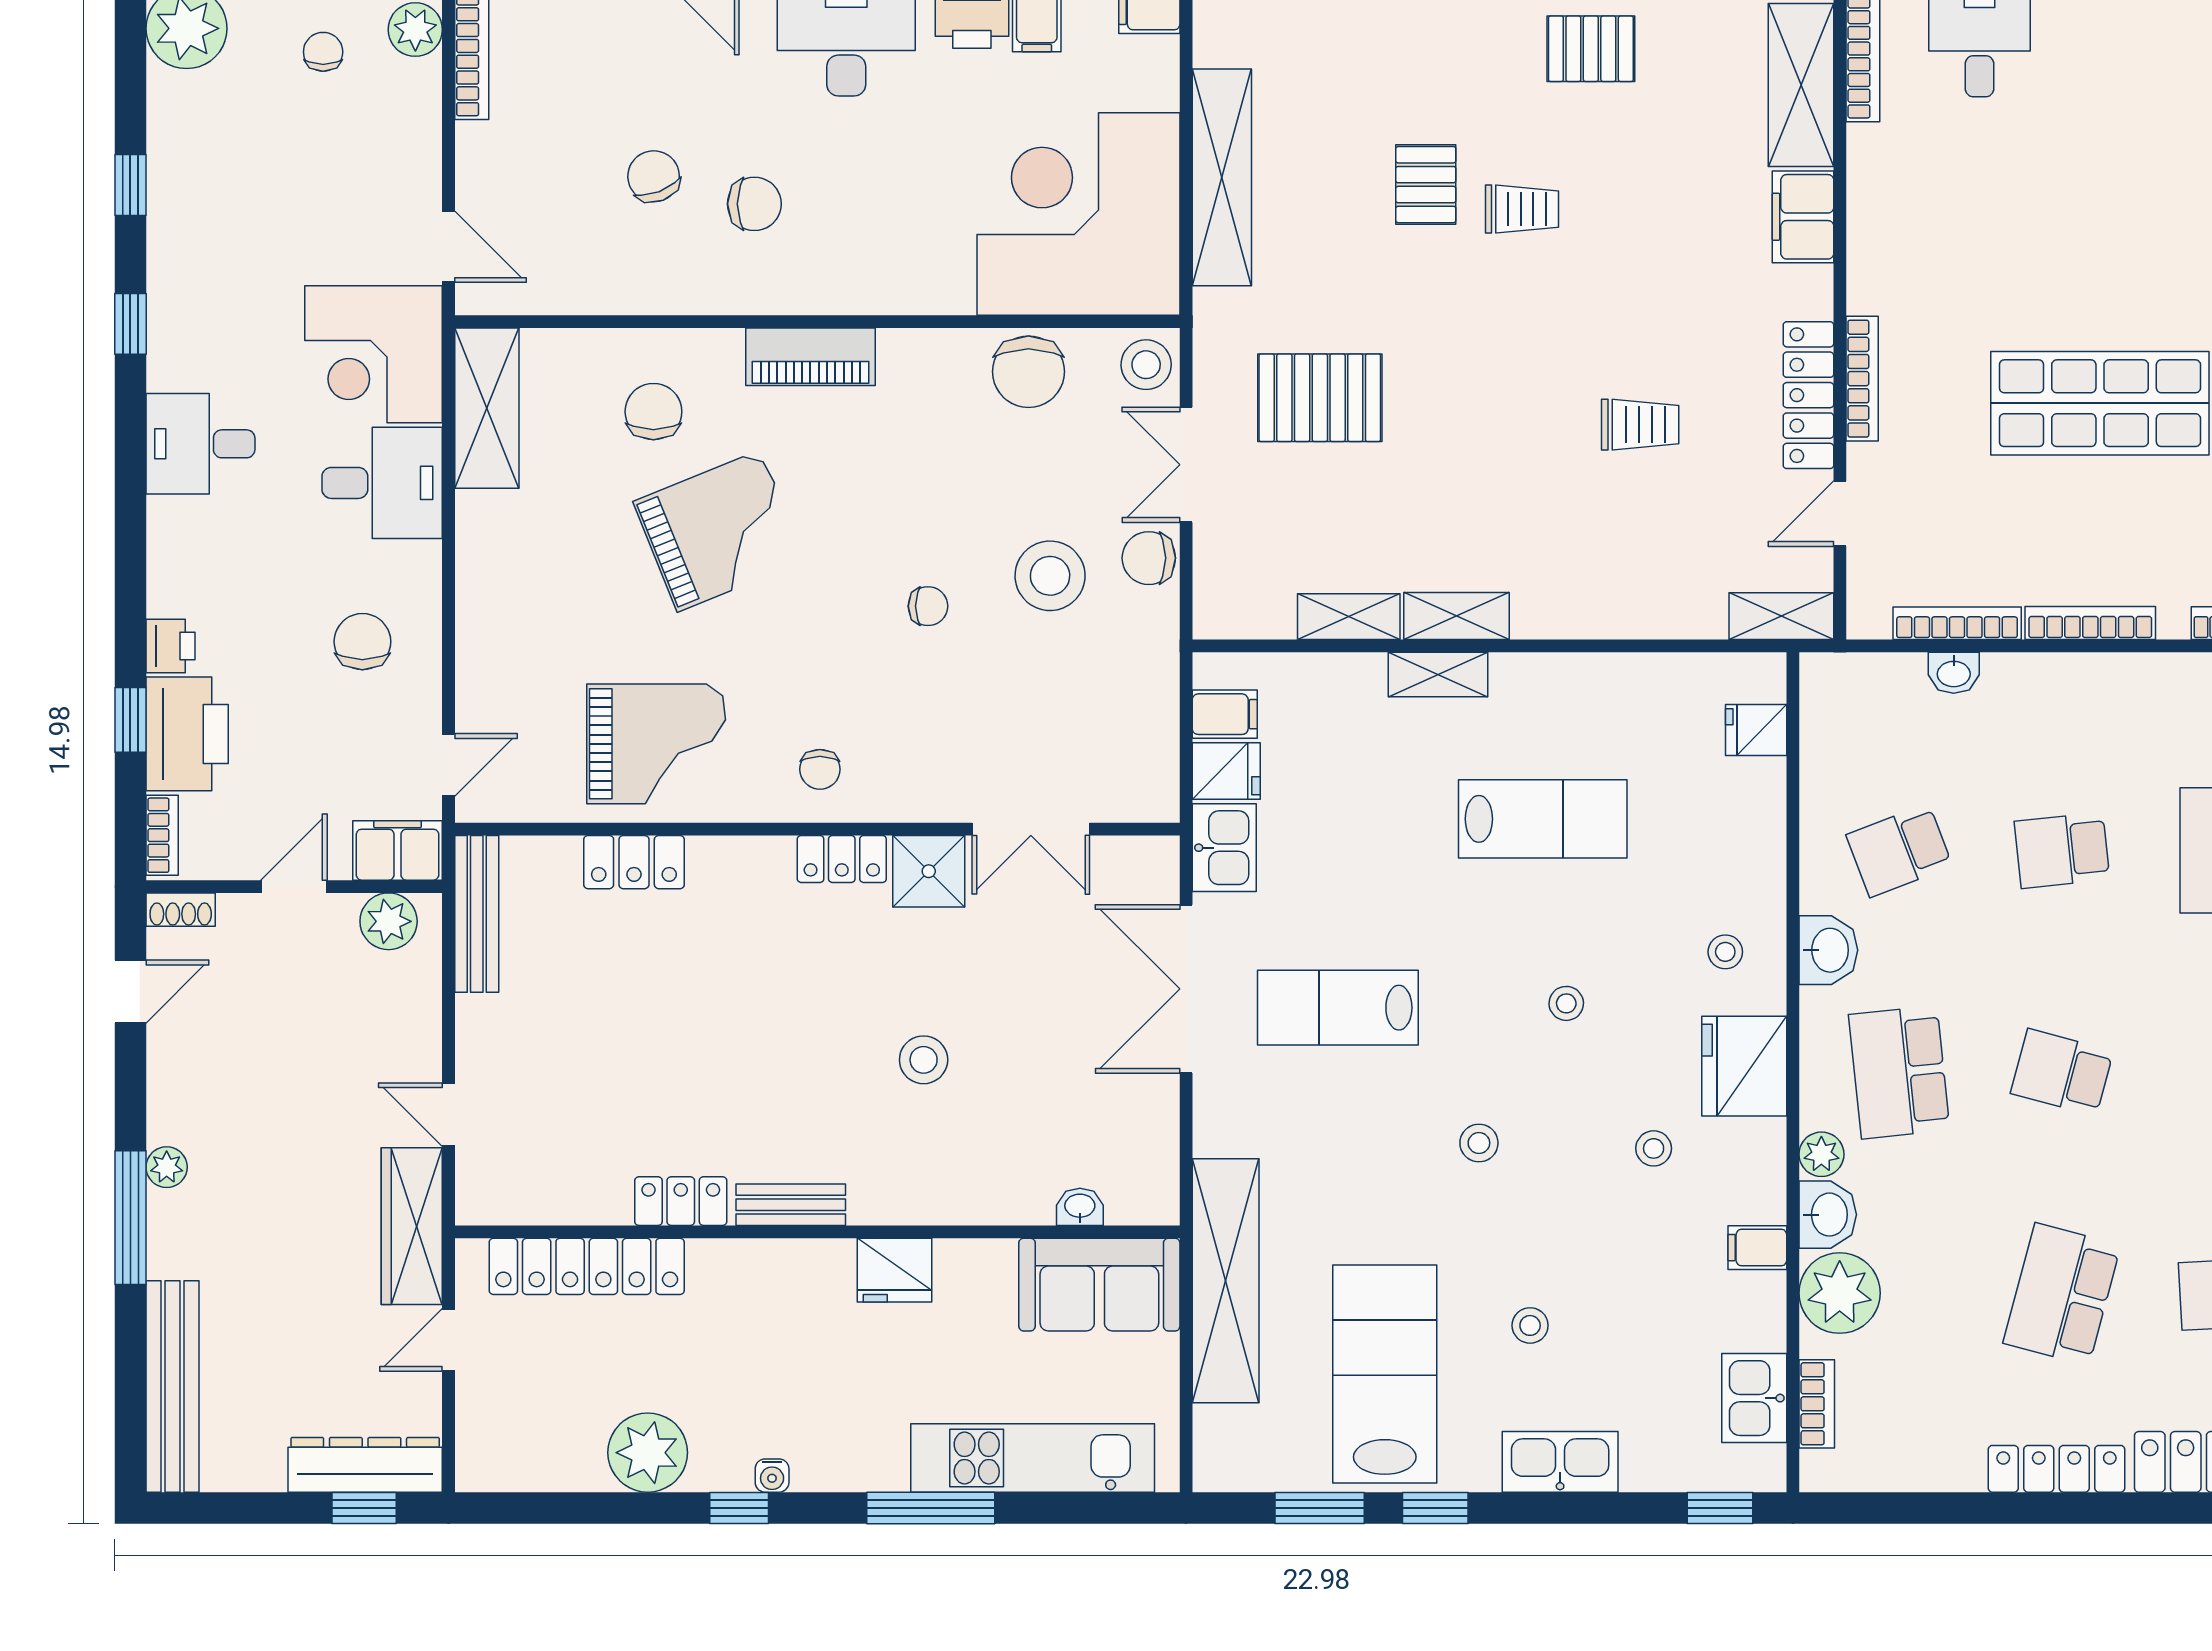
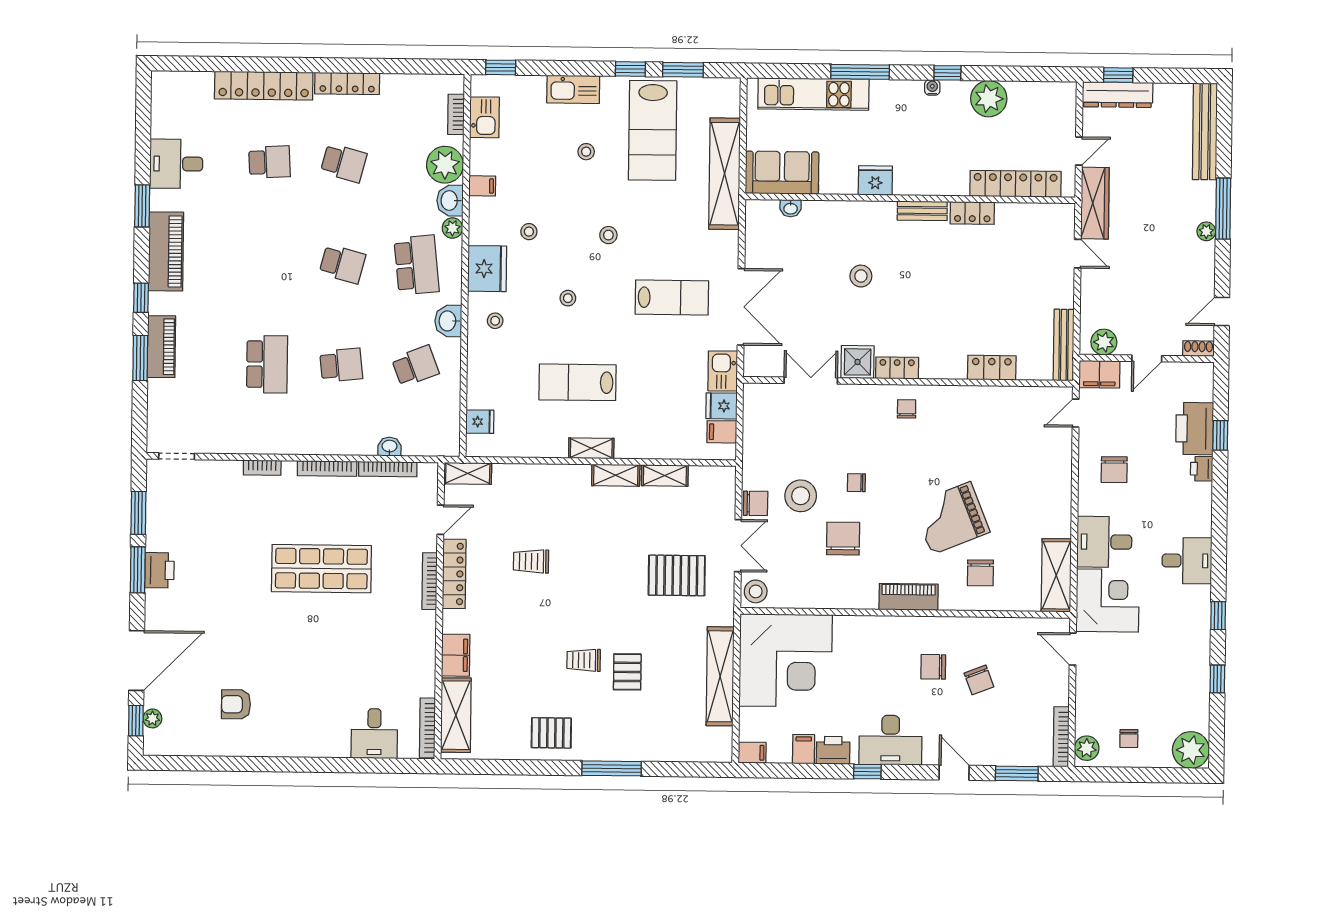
chair: (1028, 372) -> (843, 539), moved
shelving: (1438, 675) -> (591, 448), moved
grand piano: (656, 744) -> (981, 421), removed
bookcase: (162, 835) -> (1206, 383), removed
school desk: (2062, 1294) -> (344, 163), width x0.54

